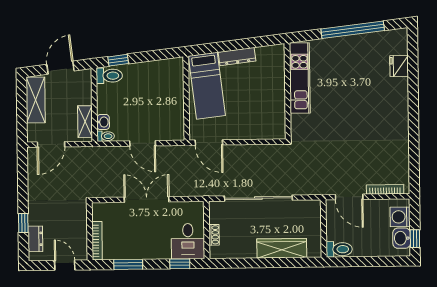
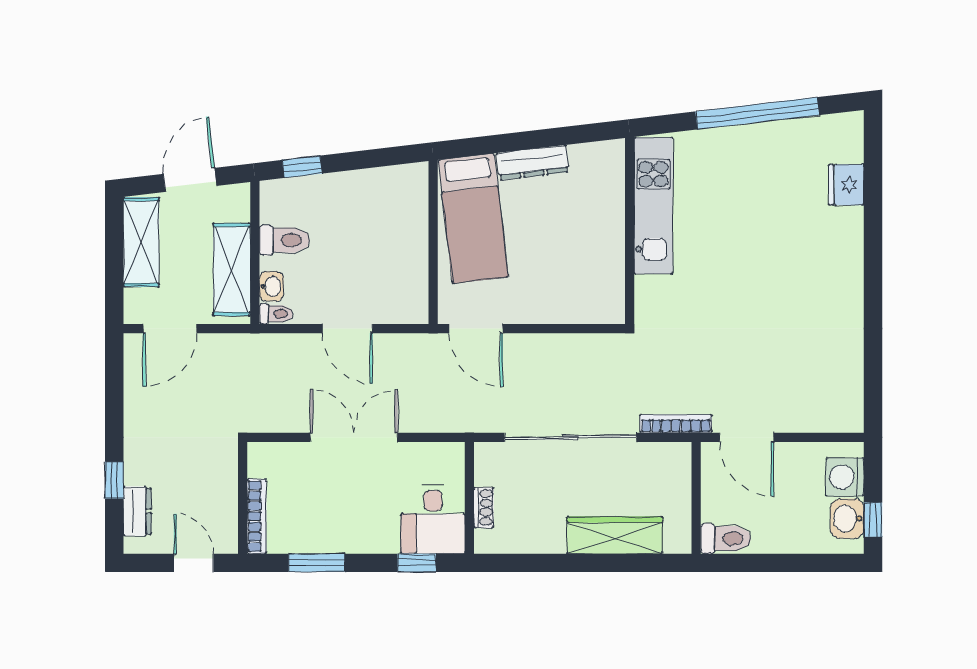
toilet: (109, 76) -> (284, 240), moved
shelving: (85, 122) -> (232, 269), width x1.50, depth x1.33
bookcase: (385, 189) -> (676, 424), moved

